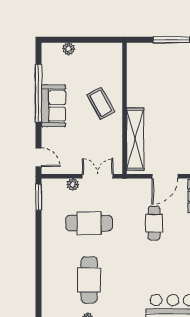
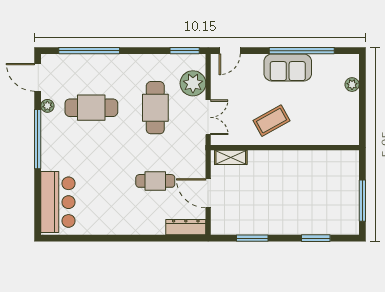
coffee table: (101, 103) -> (271, 121), moved
shelving: (135, 139) -> (231, 157), width x0.45, depth x0.75
plant: (73, 184) -> (193, 83), width x1.88, depth x1.88
window: (38, 282) -> (89, 51), added

